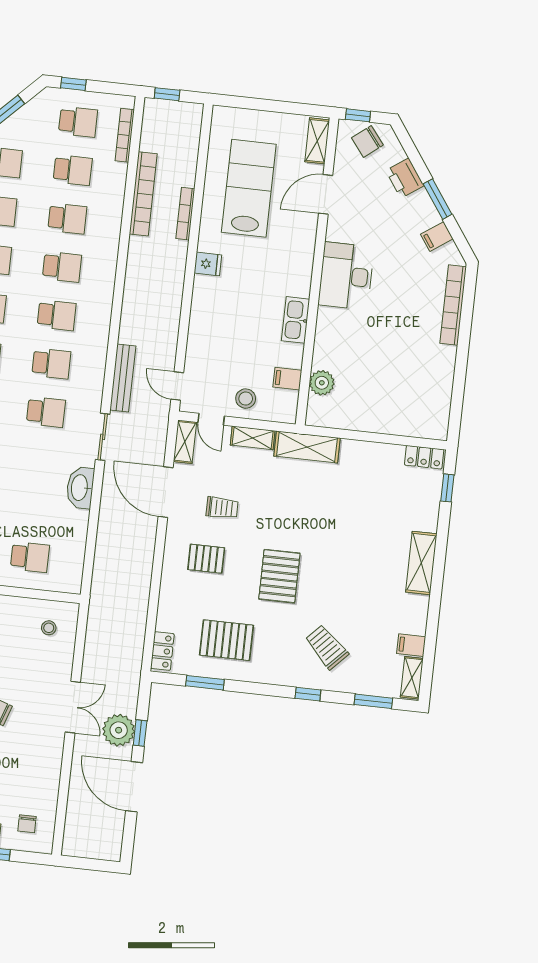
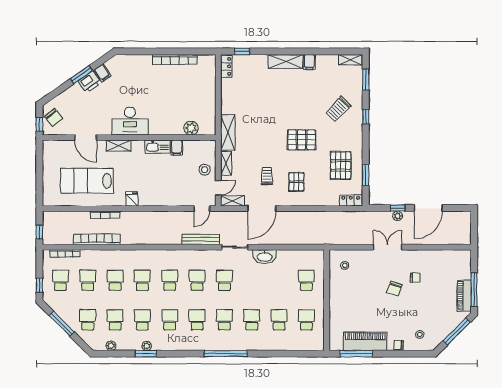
shelving: (317, 141) -> (119, 146), moved
printer: (405, 178) -> (90, 82), moved
bookcase: (453, 305) -> (175, 60), moved
filing cabinet: (287, 379) -> (177, 148), moved
filing cabinet: (411, 645) -> (309, 62), moved
plant: (119, 730) -> (398, 216), width x0.53, depth x0.53
chair: (27, 824) -> (415, 278), moved

